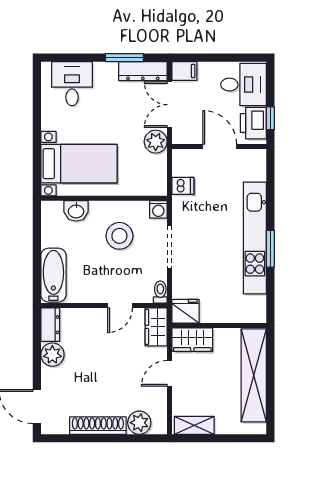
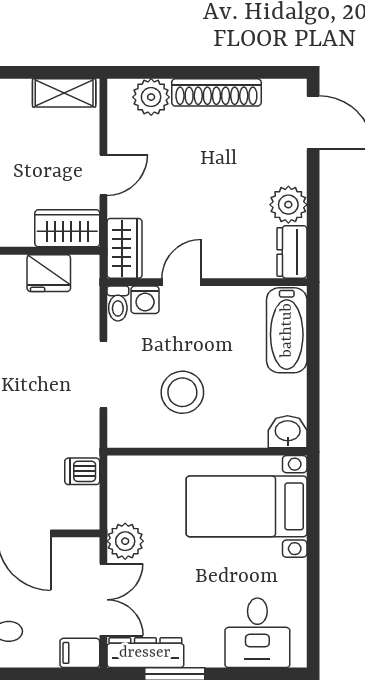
washing machine: (158, 209) -> (145, 300), moved, turned 180
washbasin: (76, 211) -> (288, 432), moved
fridge: (186, 311) -> (49, 273), moved

